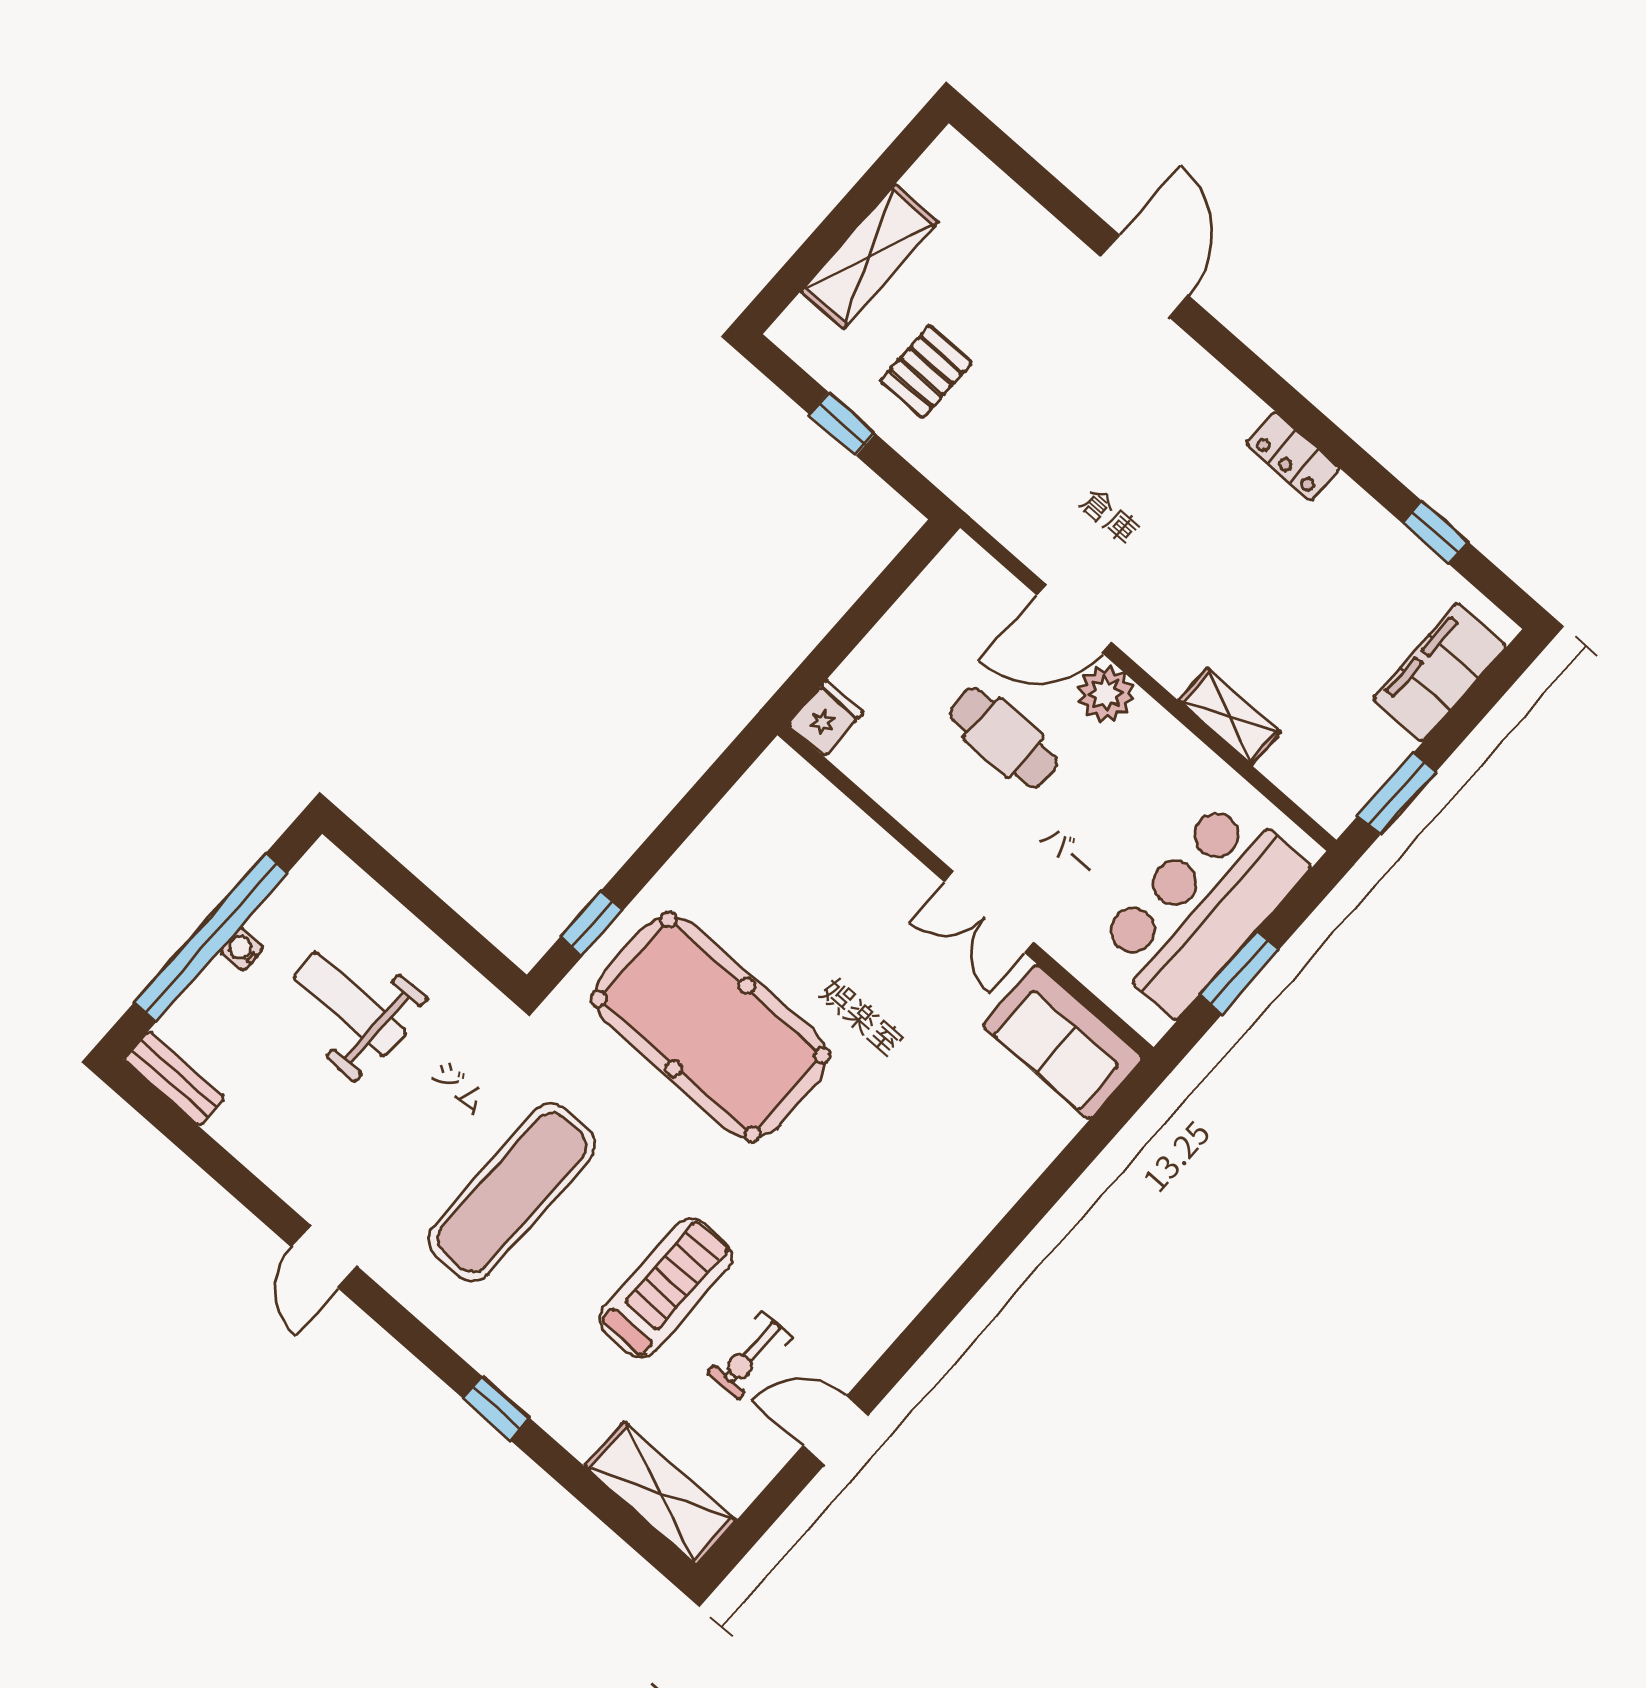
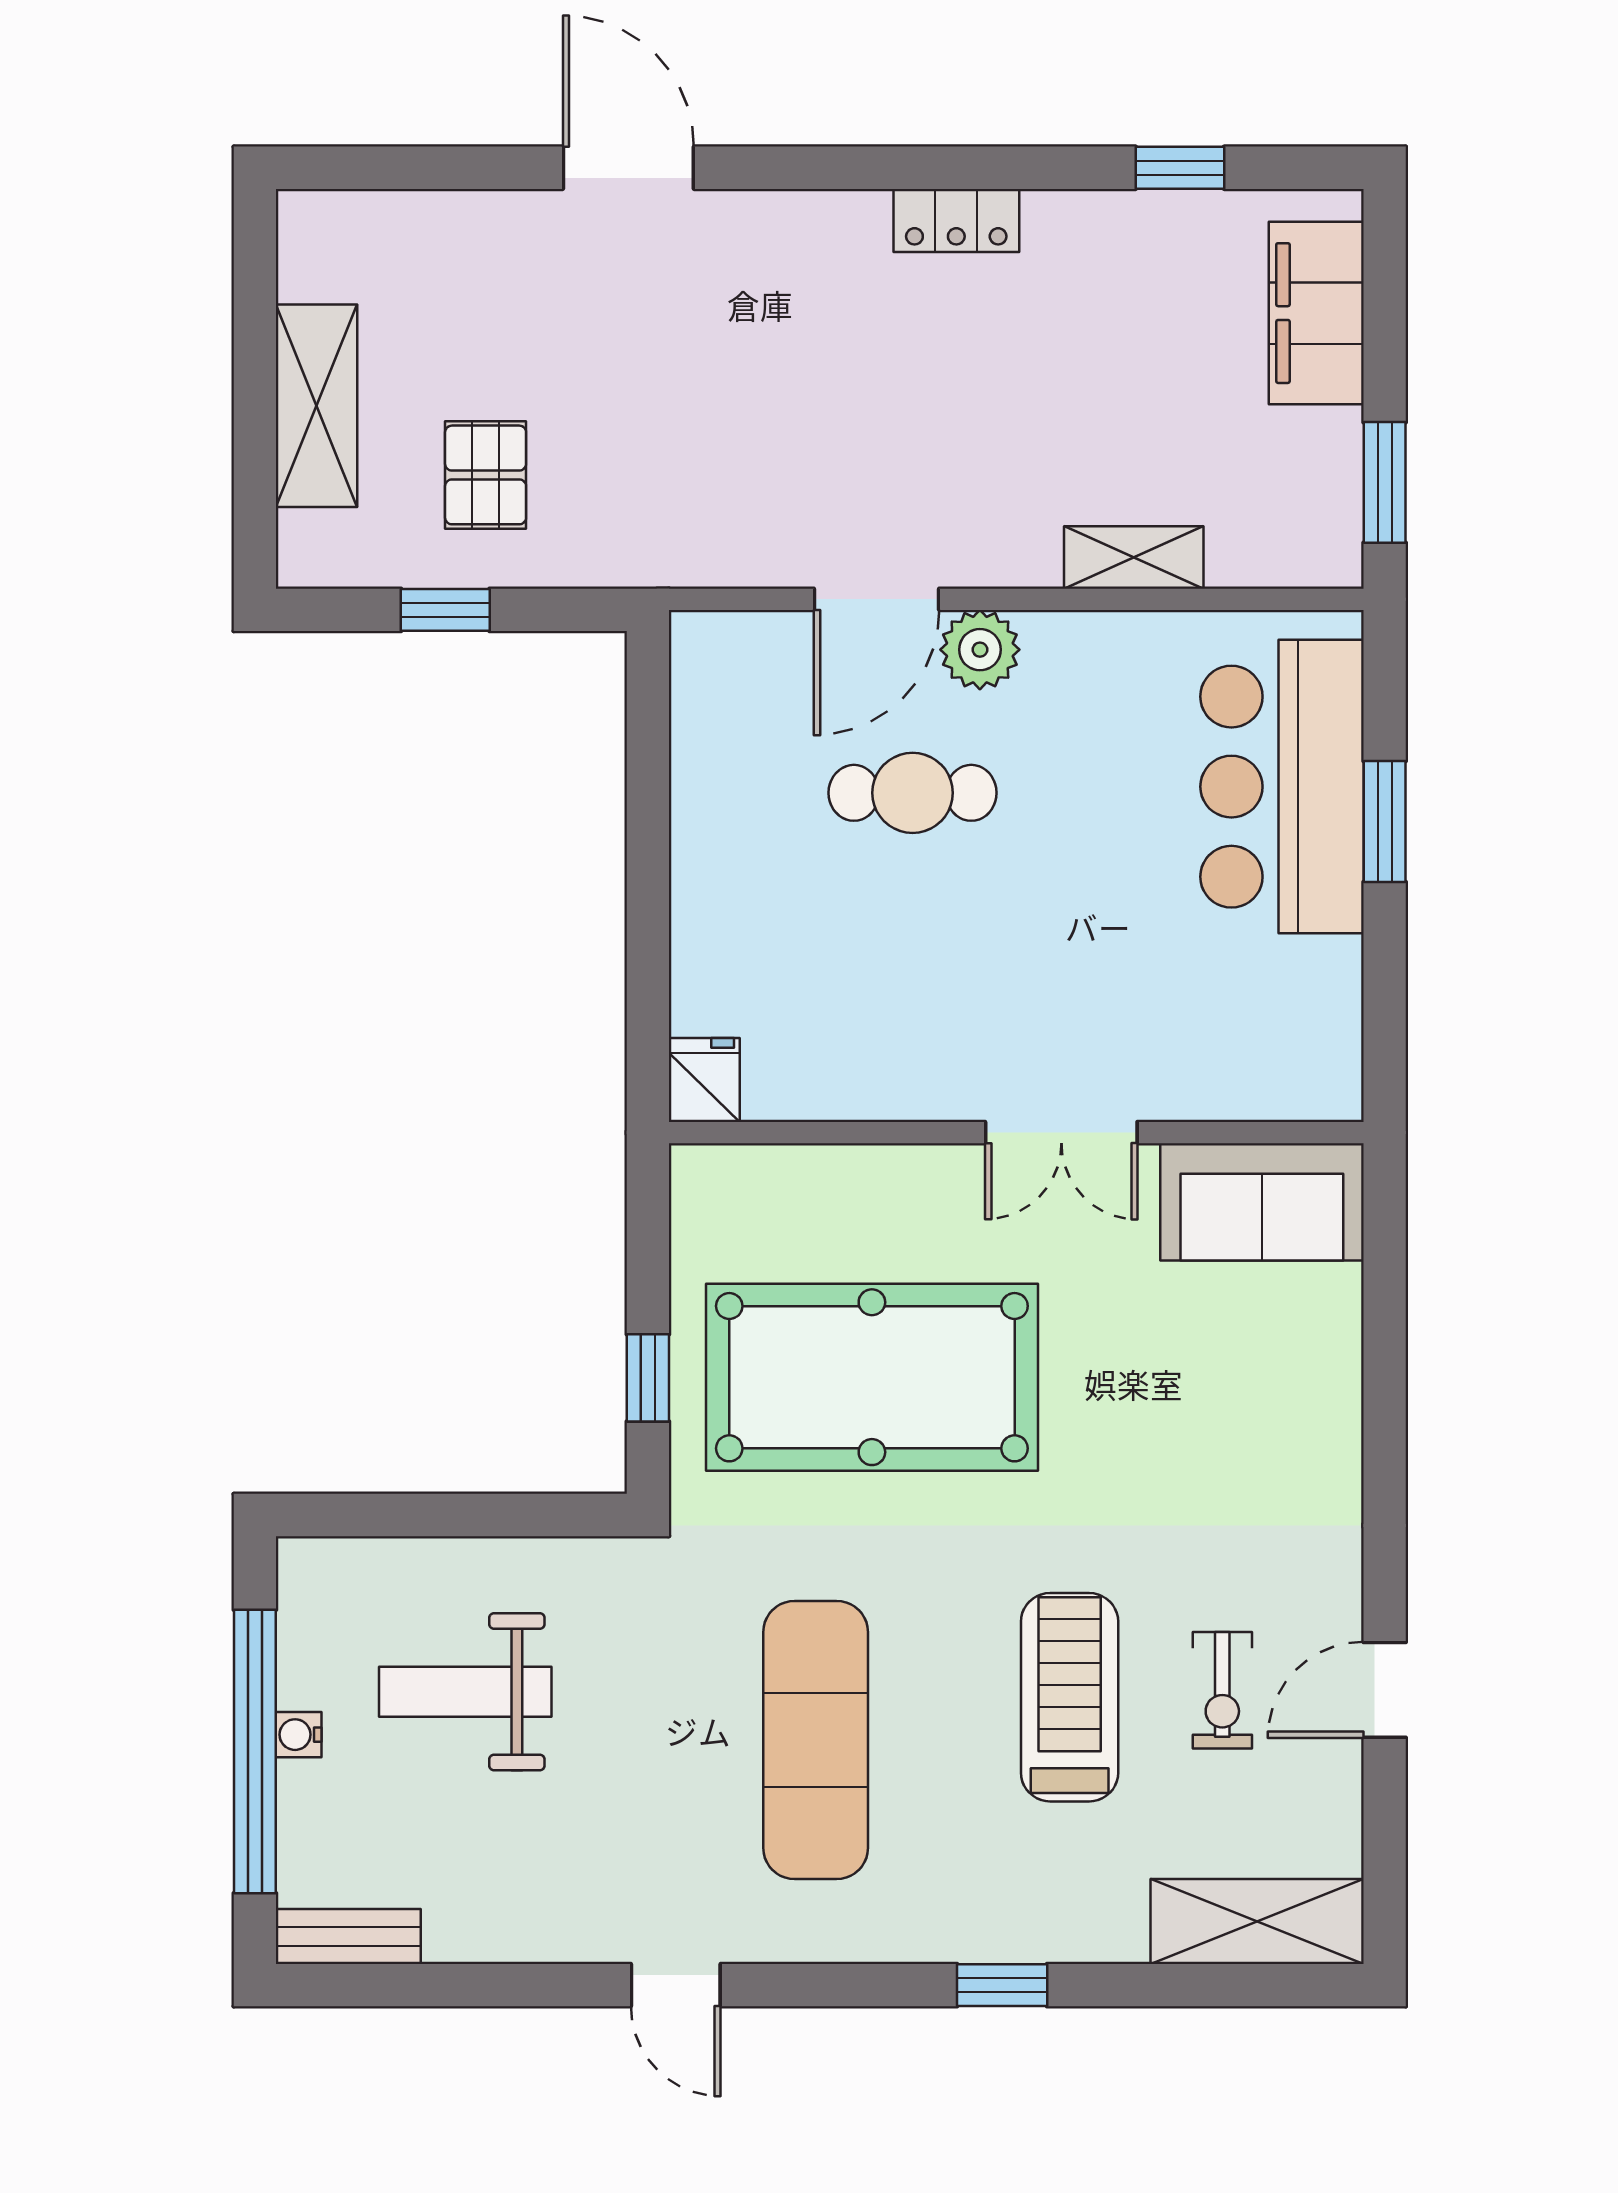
fridge: (825, 718) -> (704, 1080), moved
wall: (966, 891) -> (1016, 1133), moved
double door: (989, 912) -> (1061, 1133), moved
sofa: (1063, 1042) -> (1262, 1202), moved

